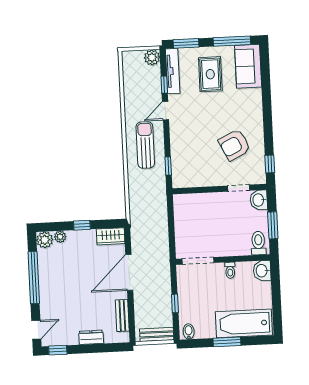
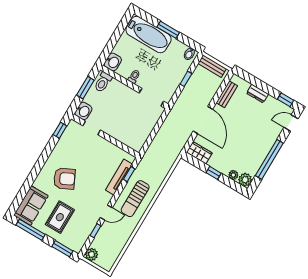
tv unit: (173, 71) -> (119, 177), moved
armchair: (234, 145) -> (64, 179), moved
door: (129, 272) -> (203, 120), hinge flipped

